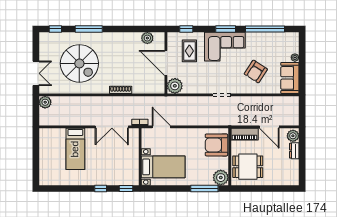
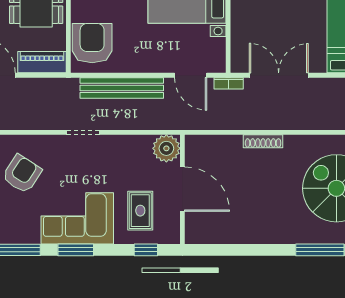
plant: (147, 38) -> (215, 234), removed
bench: (200, 120) -> (122, 88), added
armchair: (216, 145) -> (92, 43), turned -90

